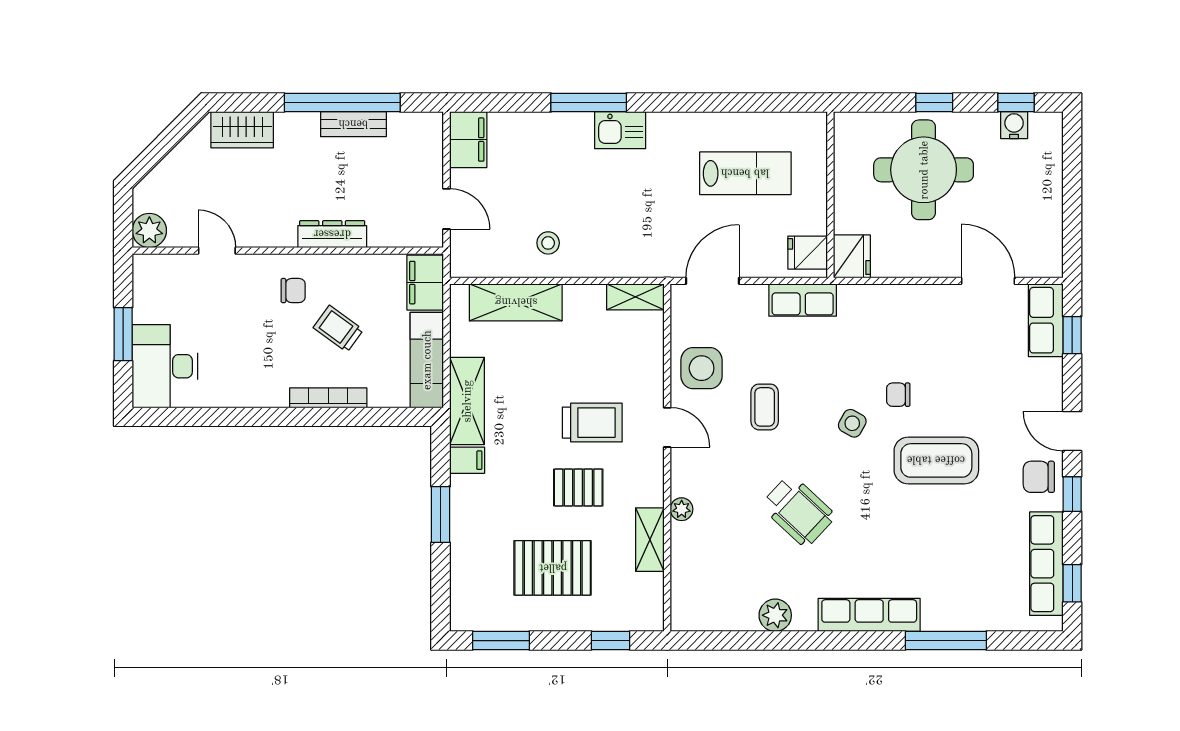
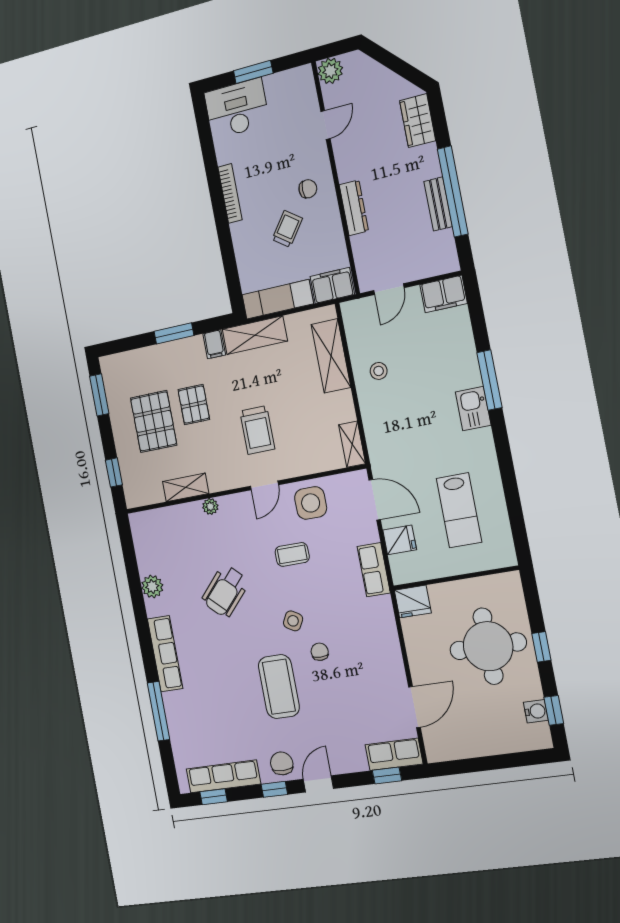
fridge: (808, 253) -> (400, 540), moved, turned 90
chair: (293, 291) -> (308, 189), turned -90
bookcase: (328, 398) -> (230, 193), moved
pallet: (578, 487) -> (194, 405), moved

